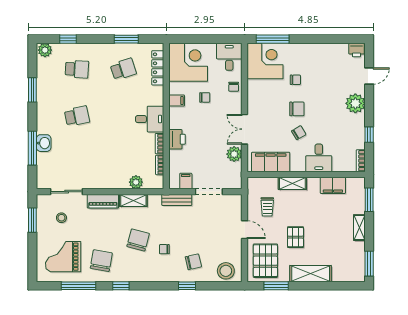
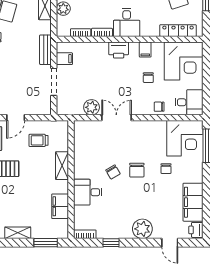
printer: (177, 139) -> (119, 50), moved
filing cabinet: (271, 162) -> (193, 202), moved, turned 180

